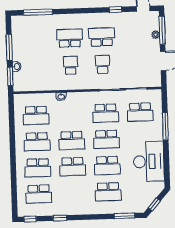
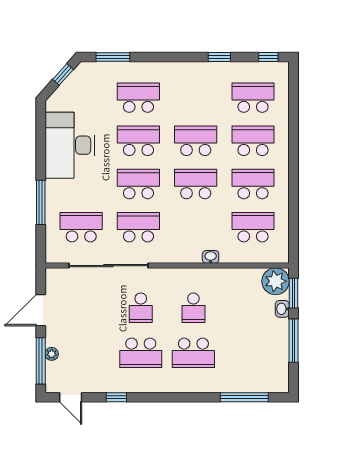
plant: (21, 83) -> (276, 281), added

